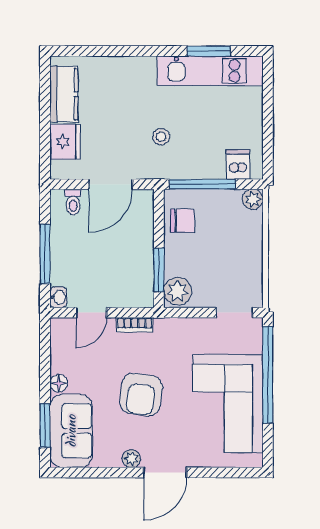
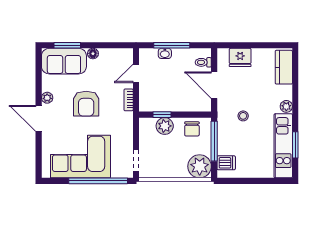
plant: (146, 66) -> (286, 106), added
kitchen counter: (64, 94) -> (284, 67), moved, turned 90
plant: (253, 199) -> (200, 166), width x1.88, depth x1.88
window: (159, 270) -> (162, 115), width x0.67
plant: (178, 291) -> (165, 126), moved
washbasin: (58, 297) -> (165, 53), moved
door: (91, 313) -> (136, 73), hinge flipped
armchair: (141, 395) -> (86, 104), turned -98

